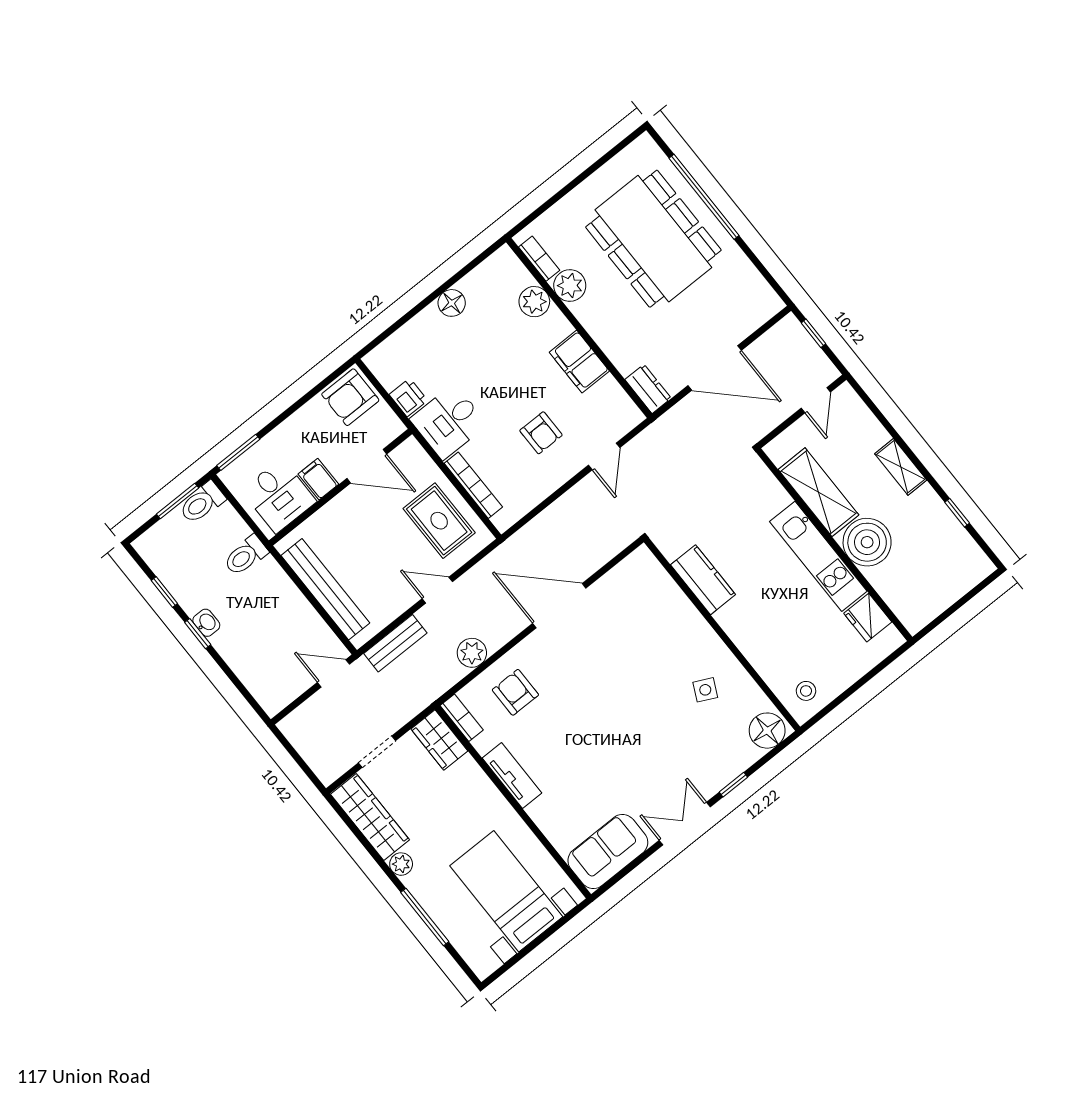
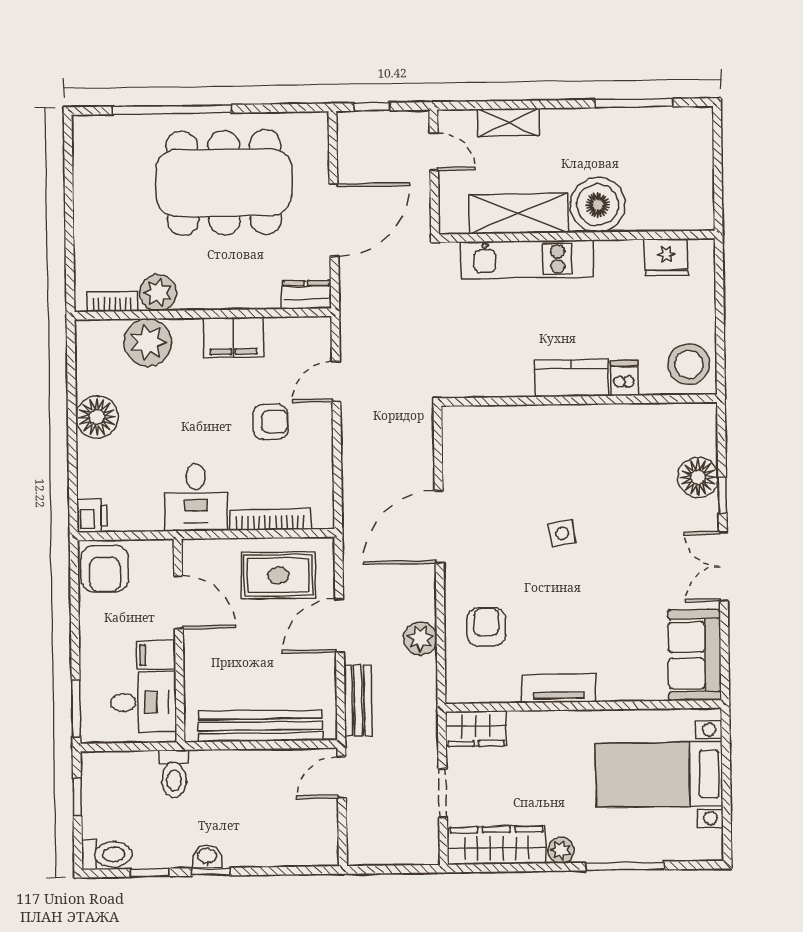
dining table: (653, 239) -> (224, 183), moved
plant: (534, 302) -> (148, 342), width x1.36, depth x1.36
floor lamp: (452, 303) -> (97, 417), width x1.38, depth x1.38
printer: (408, 397) -> (92, 516), moved, turned 90
door: (604, 456) -> (336, 382), swing flipped
door: (367, 466) -> (179, 602), hinge flipped
shelving: (901, 467) -> (508, 122), moved
window: (178, 501) -> (77, 797), width x0.67
toilet: (202, 503) -> (107, 854), moved, turned -90
window: (957, 513) -> (634, 103), width x2.17
kitchen unit: (818, 556) -> (527, 259), moved
kitchen counter: (703, 580) -> (571, 378), moved
door: (437, 590) -> (340, 626), width x1.38
dishwasher: (762, 654) -> (624, 378), added
side table: (705, 690) -> (562, 533), moved, turned -36
stool: (806, 691) -> (689, 364), width x1.89, depth x1.89
armchair: (515, 692) -> (486, 627), turned 90
bookcase: (462, 718) -> (472, 693), removed
floor lamp: (767, 731) -> (698, 477), moved

